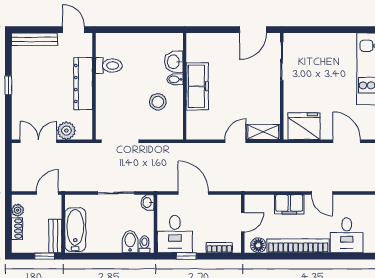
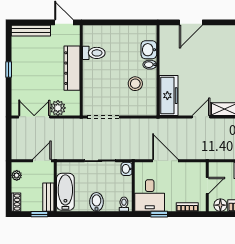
door: (253, 30) -> (191, 22), moved
freezer: (197, 86) -> (169, 96), moved
shoe rack: (17, 229) -> (16, 202), moved
bidet: (130, 242) -> (96, 202), moved

